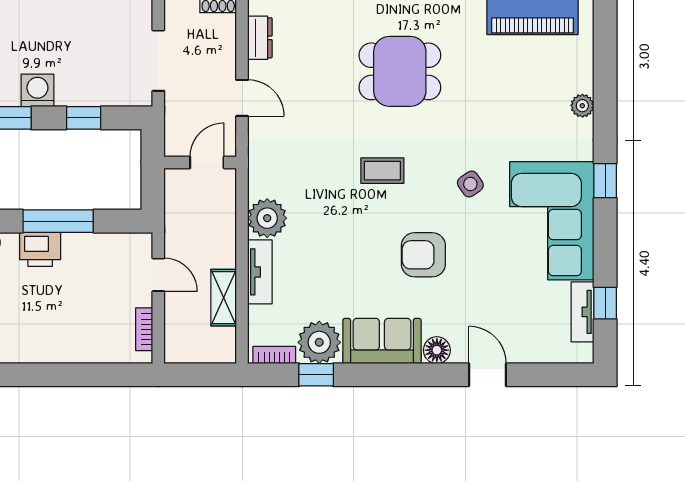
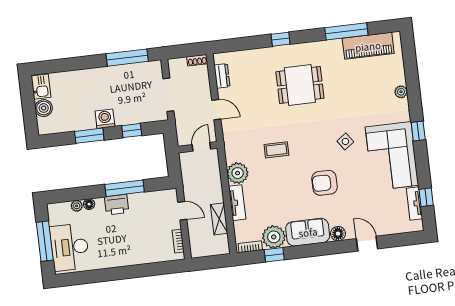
coffee table: (382, 171) -> (276, 150), moved

